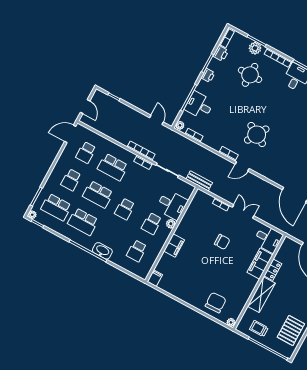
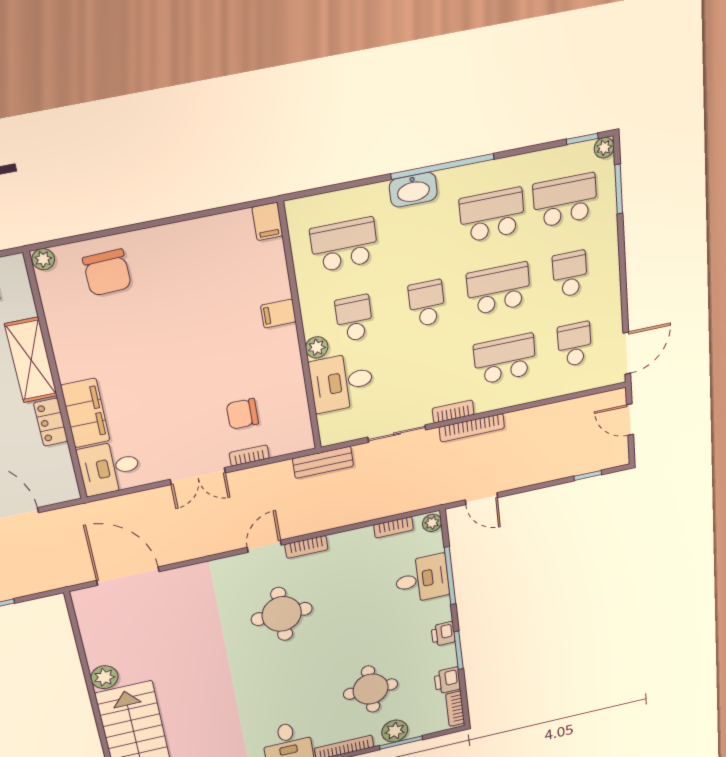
round table: (257, 135) -> (282, 614), turned -30
chair: (222, 242) -> (242, 414), moved
filing cabinet: (174, 246) -> (278, 314), width x0.50
school desk: (137, 251) -> (344, 245), width x1.85

